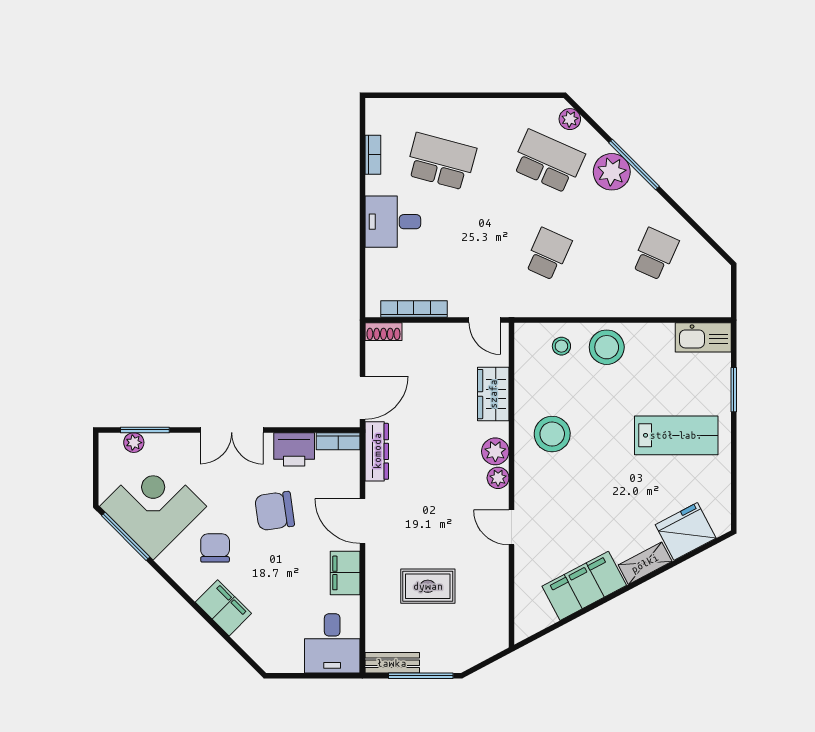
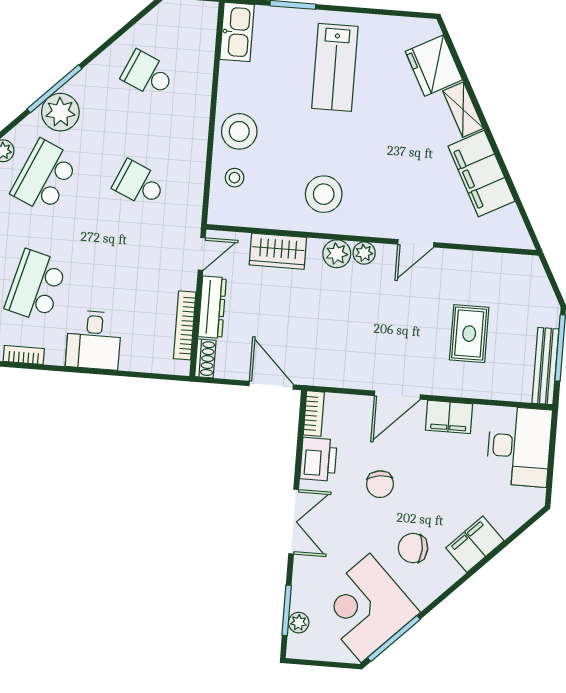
lab bench: (676, 435) -> (335, 67), turned 180
dresser: (377, 451) -> (212, 307), moved, turned 90
chair: (275, 511) -> (380, 484), width x0.73, depth x0.73
desk: (332, 643) -> (519, 446), width x1.37
bench: (392, 663) -> (545, 366), width x1.36

